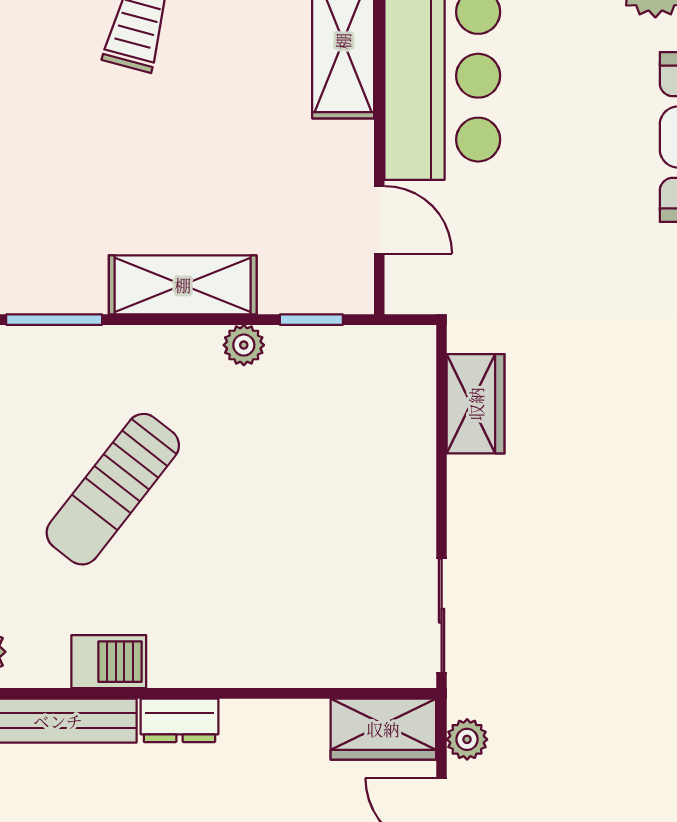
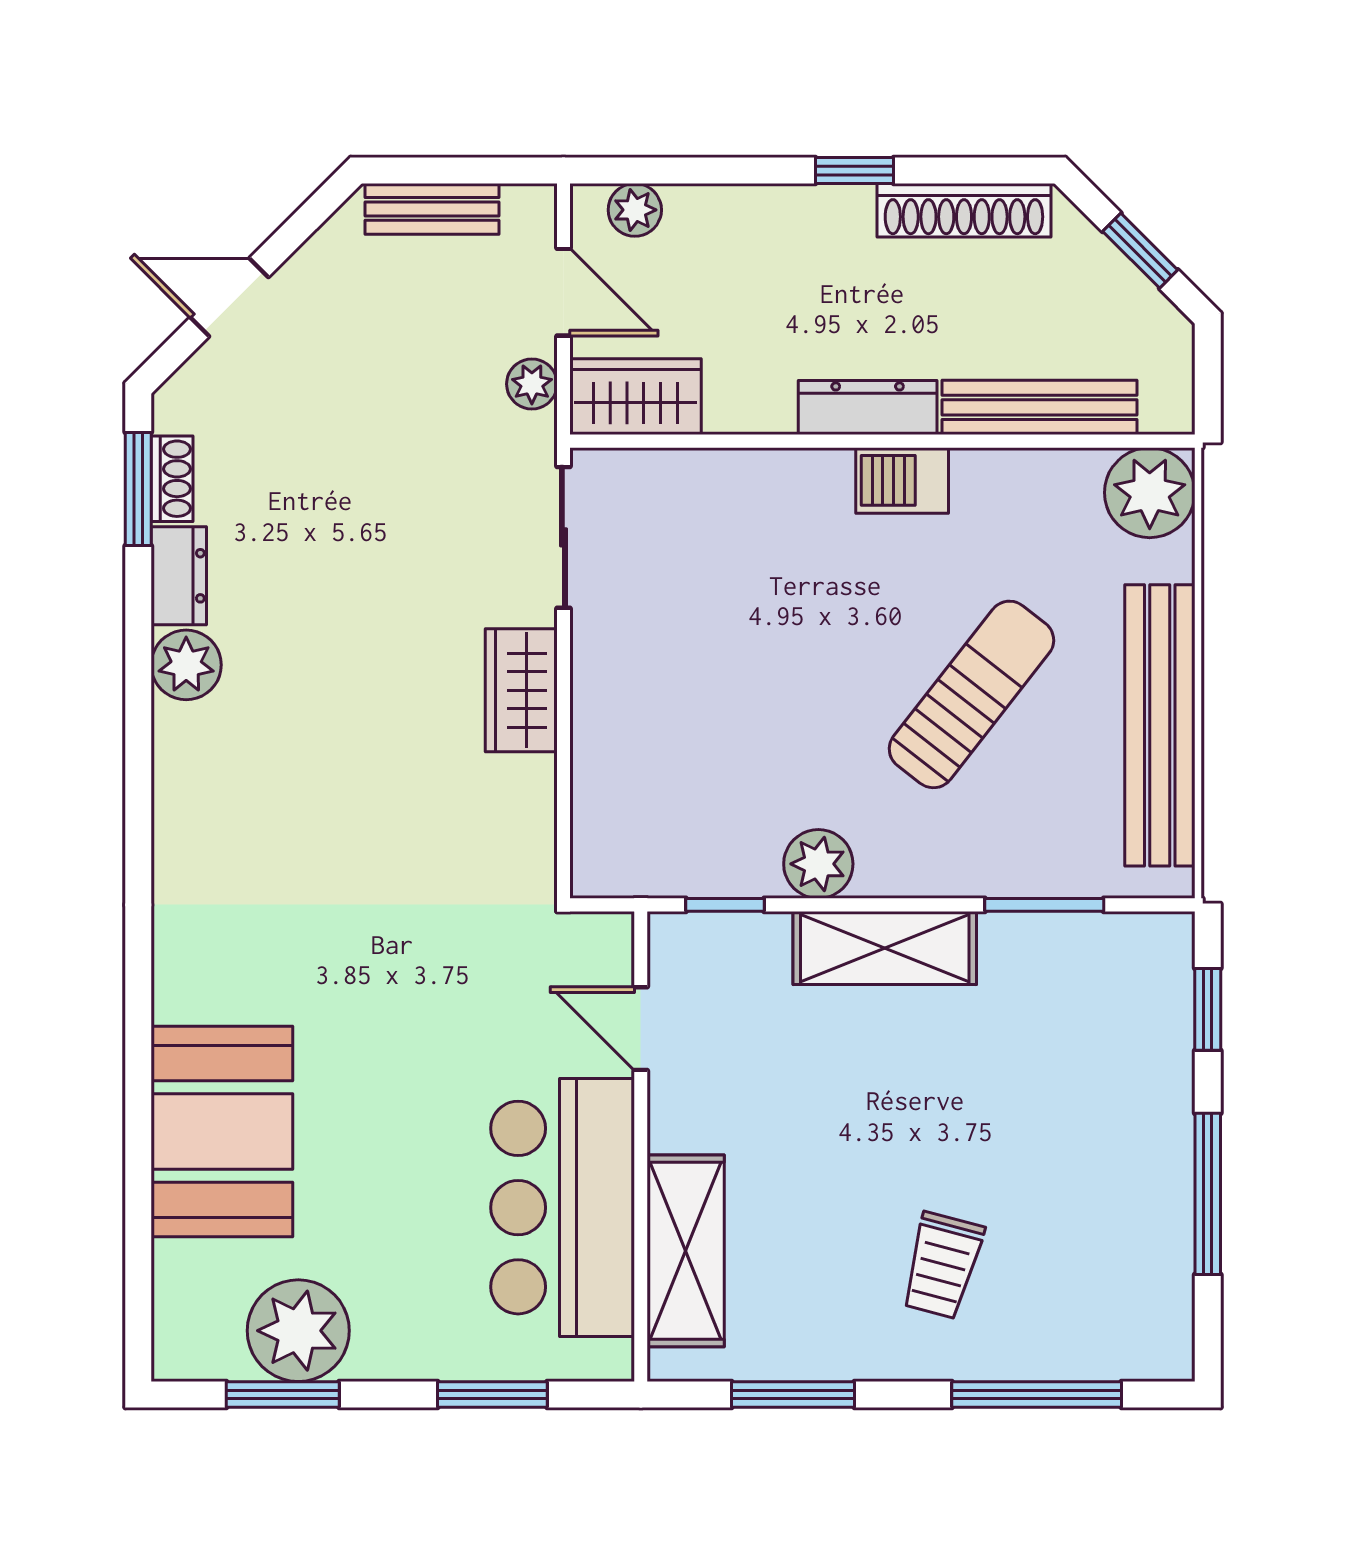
plant: (244, 345) -> (818, 864), width x1.38, depth x1.38
wardrobe: (476, 404) -> (521, 690), moved
barbecue: (109, 662) -> (902, 480), moved
dresser: (180, 720) -> (868, 408), width x1.44

